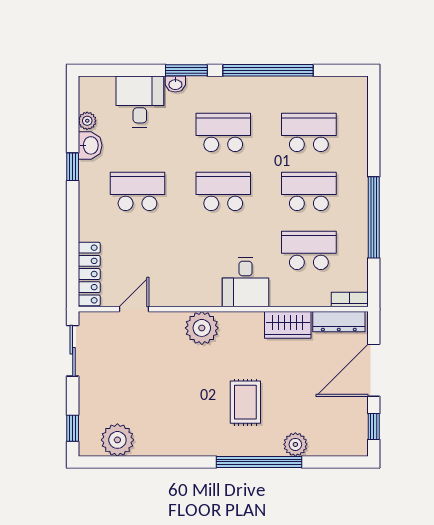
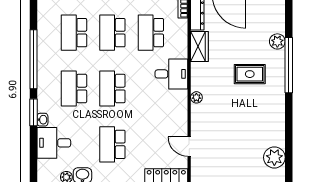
plant: (202, 328) -> (196, 97), width x0.53, depth x0.53

